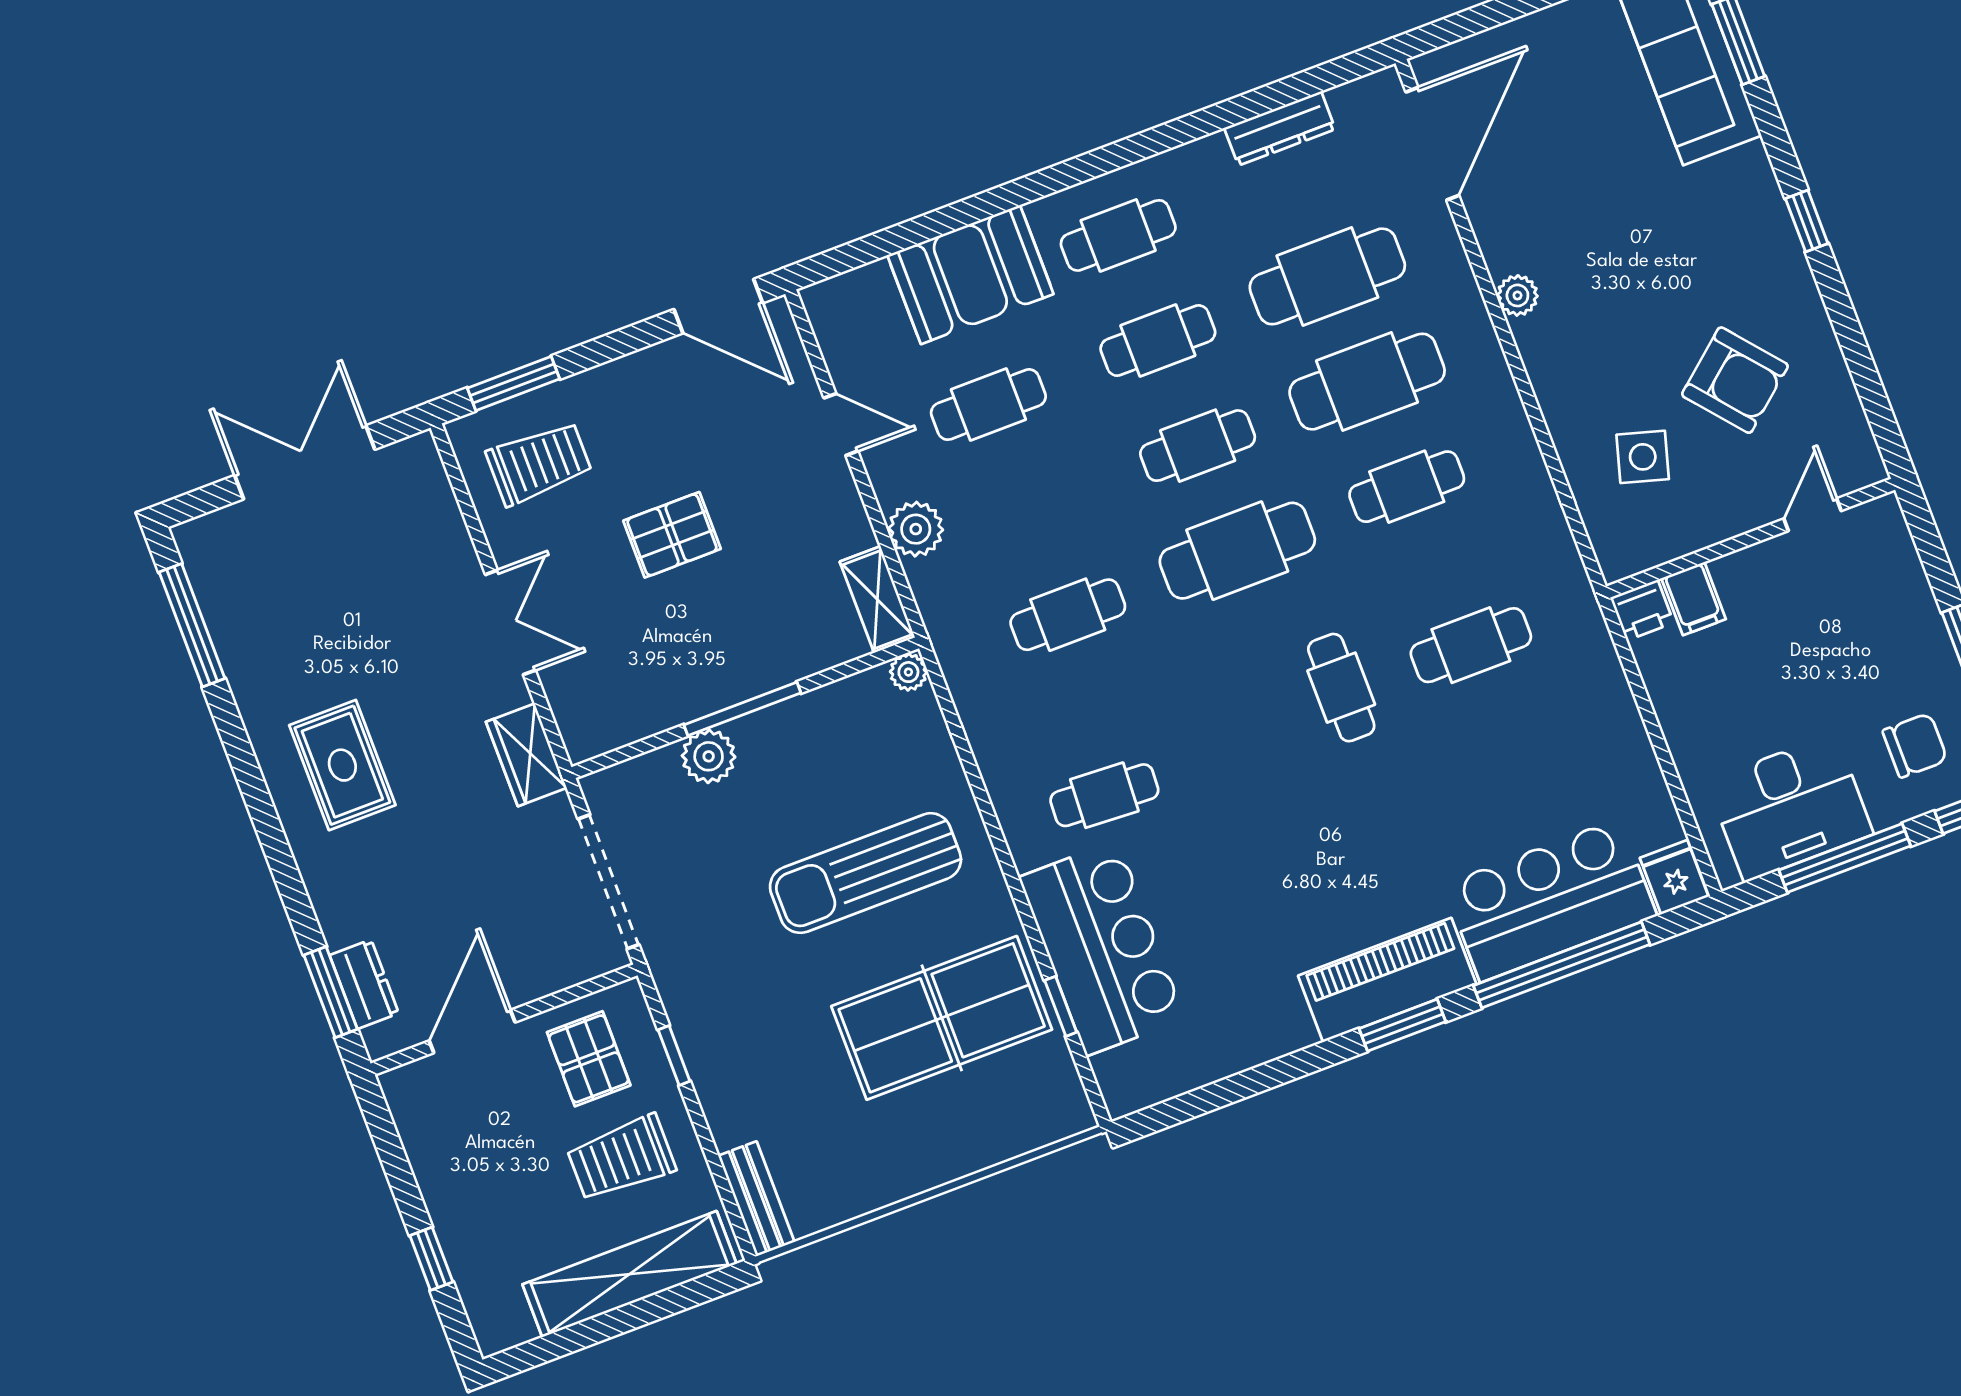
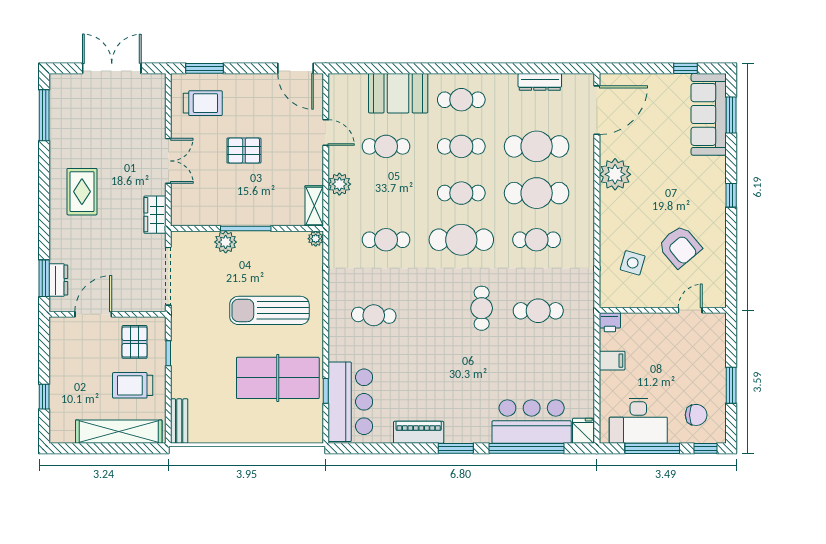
plant: (1517, 295) -> (615, 174), width x1.88, depth x1.88
filing cabinet: (1694, 599) -> (612, 361), moved, turned -90
bar counter: (1102, 948) -> (350, 402), moved
piano: (1387, 980) -> (419, 432), moved, width x0.73, depth x0.75

